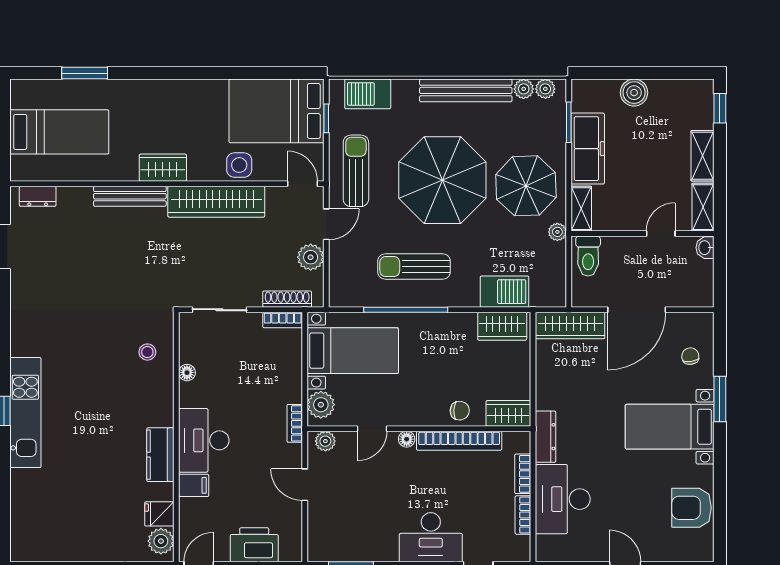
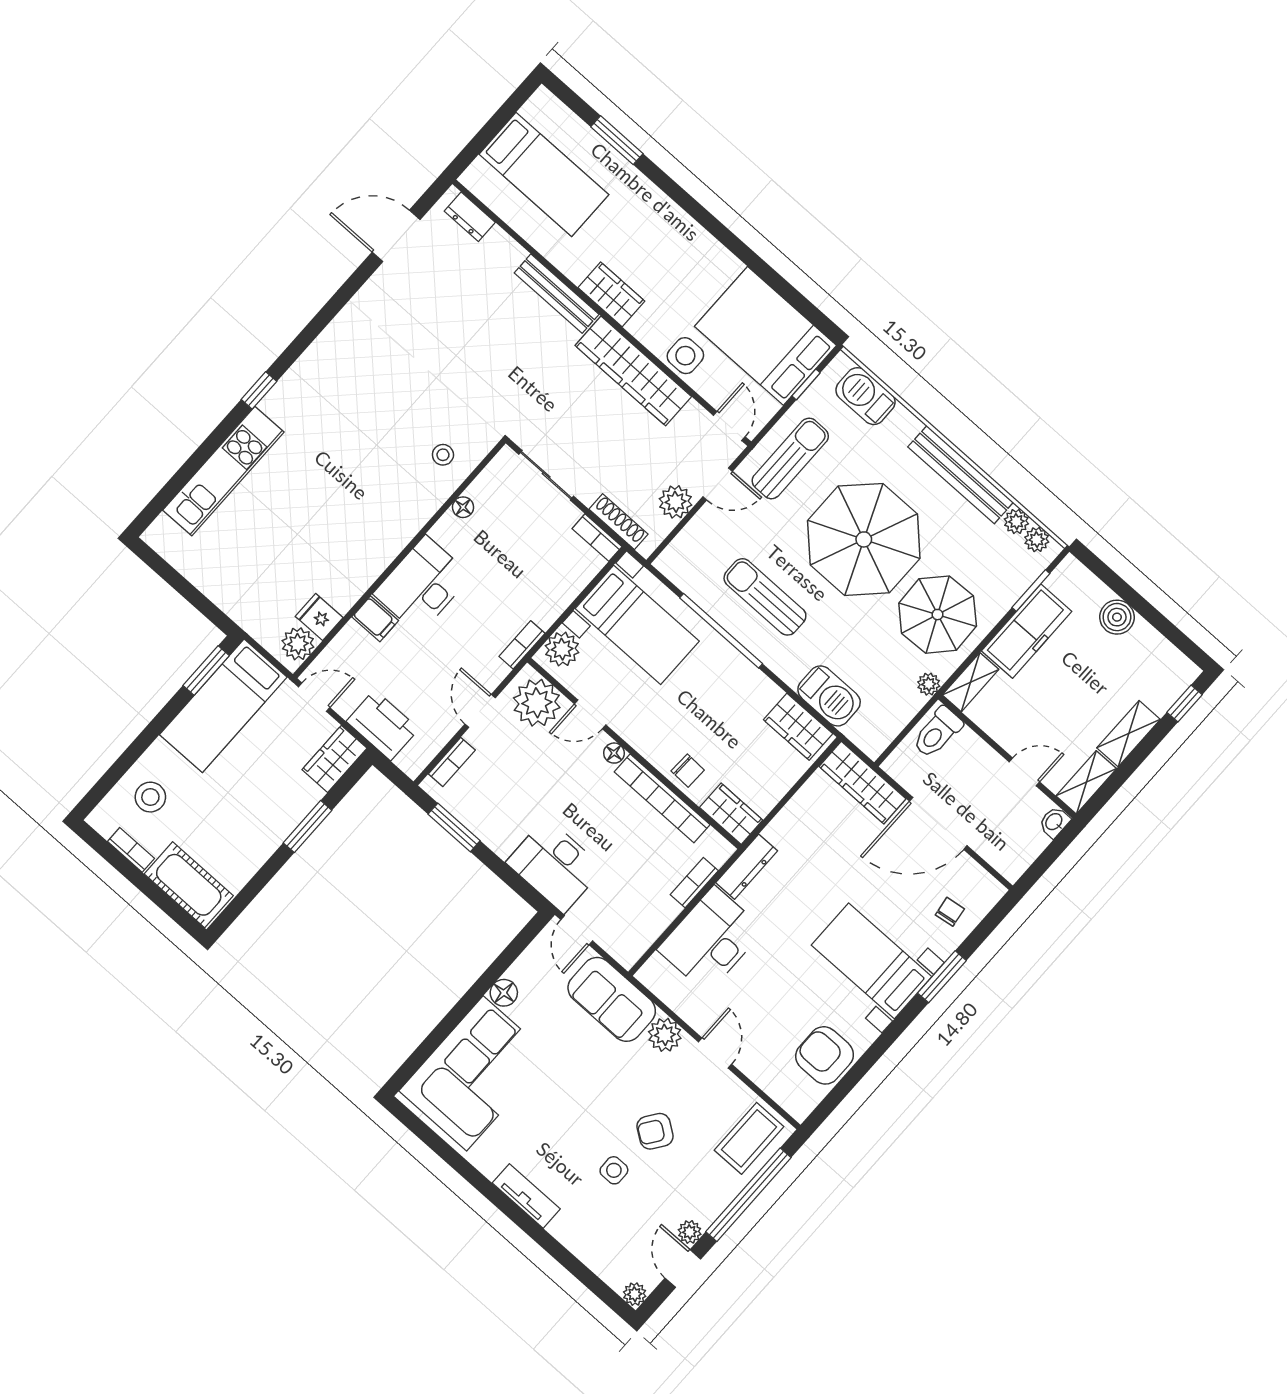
kitchen unit: (25, 413) -> (223, 471), moved
plant: (325, 441) -> (537, 703), width x1.87, depth x1.87
kitchen counter: (160, 455) -> (370, 562), removed
bookcase: (523, 515) -> (452, 762), moved, turned 180

